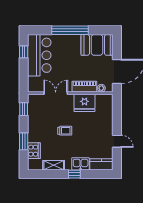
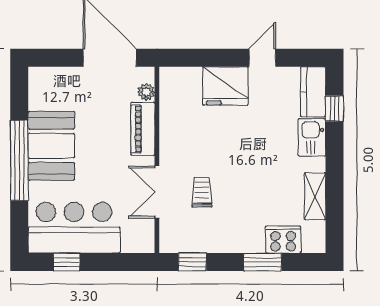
booth: (97, 45) -> (51, 146), moved
fridge: (84, 103) -> (225, 86), moved, turned 90
trolley: (65, 131) -> (202, 192), moved
window: (74, 174) -> (335, 109), moved

